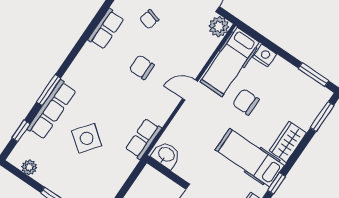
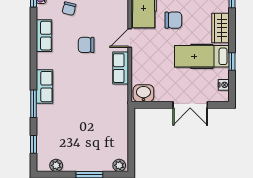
chair: (246, 102) -> (173, 20), turned 180
row of seats: (52, 110) -> (45, 87), moved, width x0.68
side table: (87, 138) -> (82, 119), removed
row of seats: (143, 139) -> (121, 68), moved

